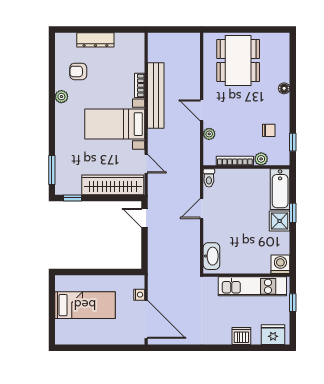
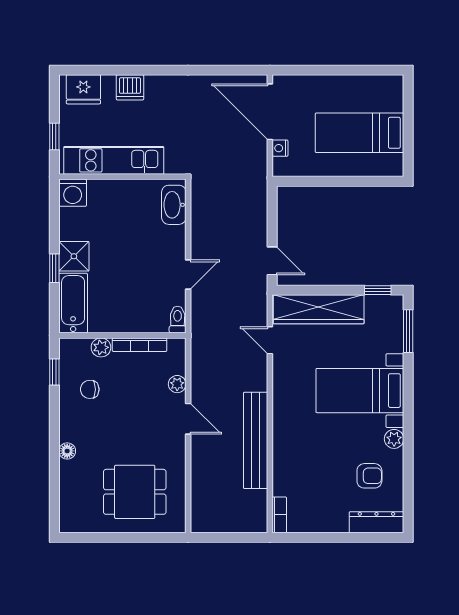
dresser: (95, 40) -> (376, 522), moved
dining table: (238, 61) -> (135, 492), width x0.73
bookcase: (140, 85) -> (279, 515), moved
bed with nightstands: (115, 124) -> (360, 391), moved, turned 180

